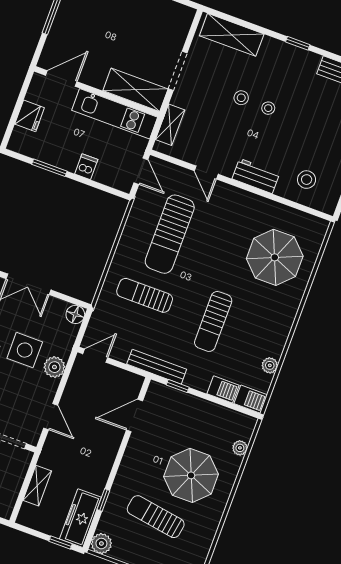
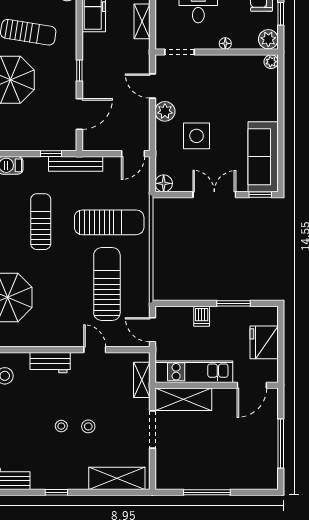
fridge: (30, 116) -> (264, 342), width x1.36, depth x1.34
sun lounger: (145, 295) -> (109, 222), width x1.36, depth x1.34
plant: (54, 367) -> (165, 111), moved
window: (103, 500) -> (79, 70), moved

